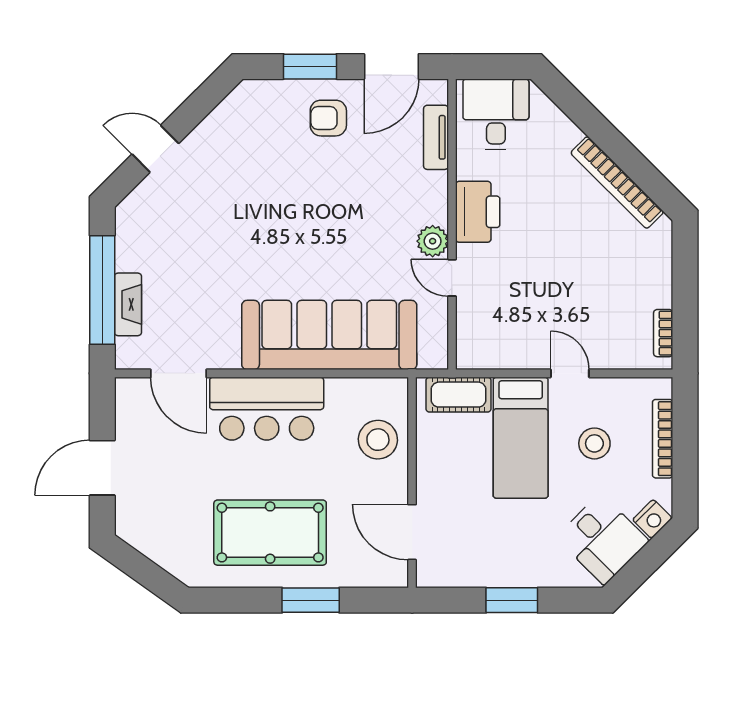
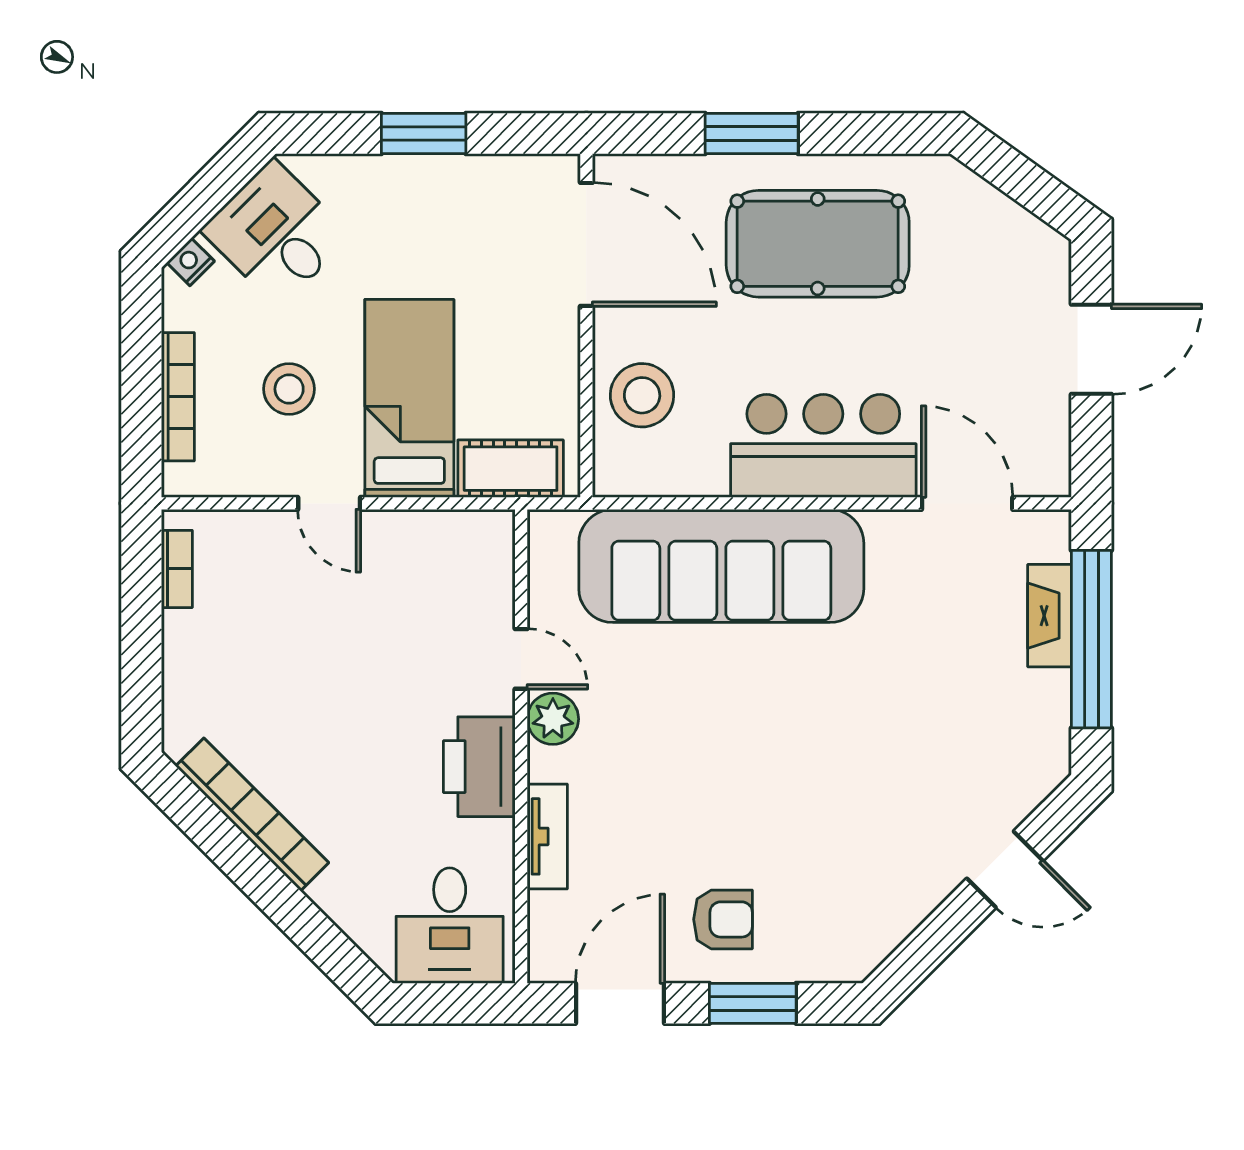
tv unit: (436, 137) -> (547, 836), moved
nightstand: (652, 519) -> (191, 262), width x0.72, depth x0.74
door: (412, 532) -> (586, 244), width x1.36

